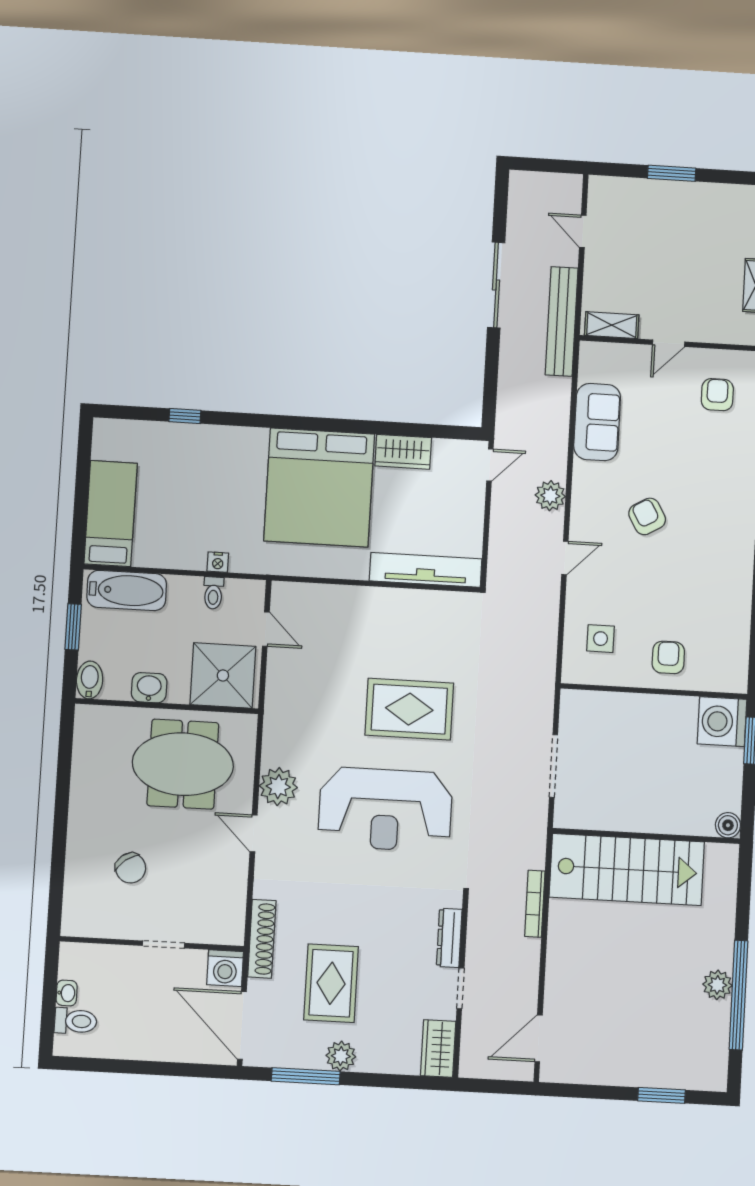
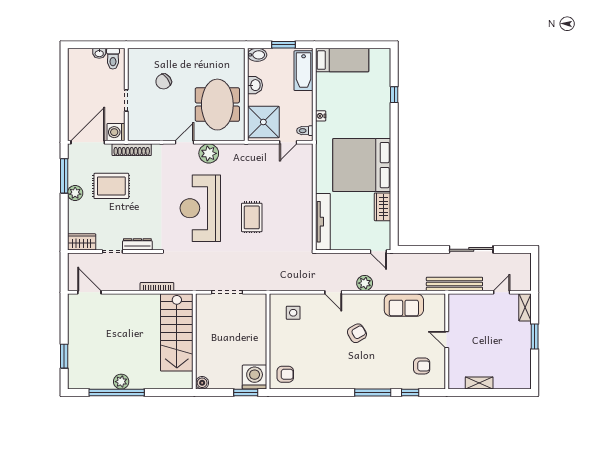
shelving: (612, 325) -> (525, 307), moved
toilet: (213, 593) -> (305, 131), moved
armchair: (668, 657) -> (285, 374), moved
rug: (409, 709) -> (252, 217), width x0.73, depth x0.70
toilet: (76, 1021) -> (113, 59), moved

